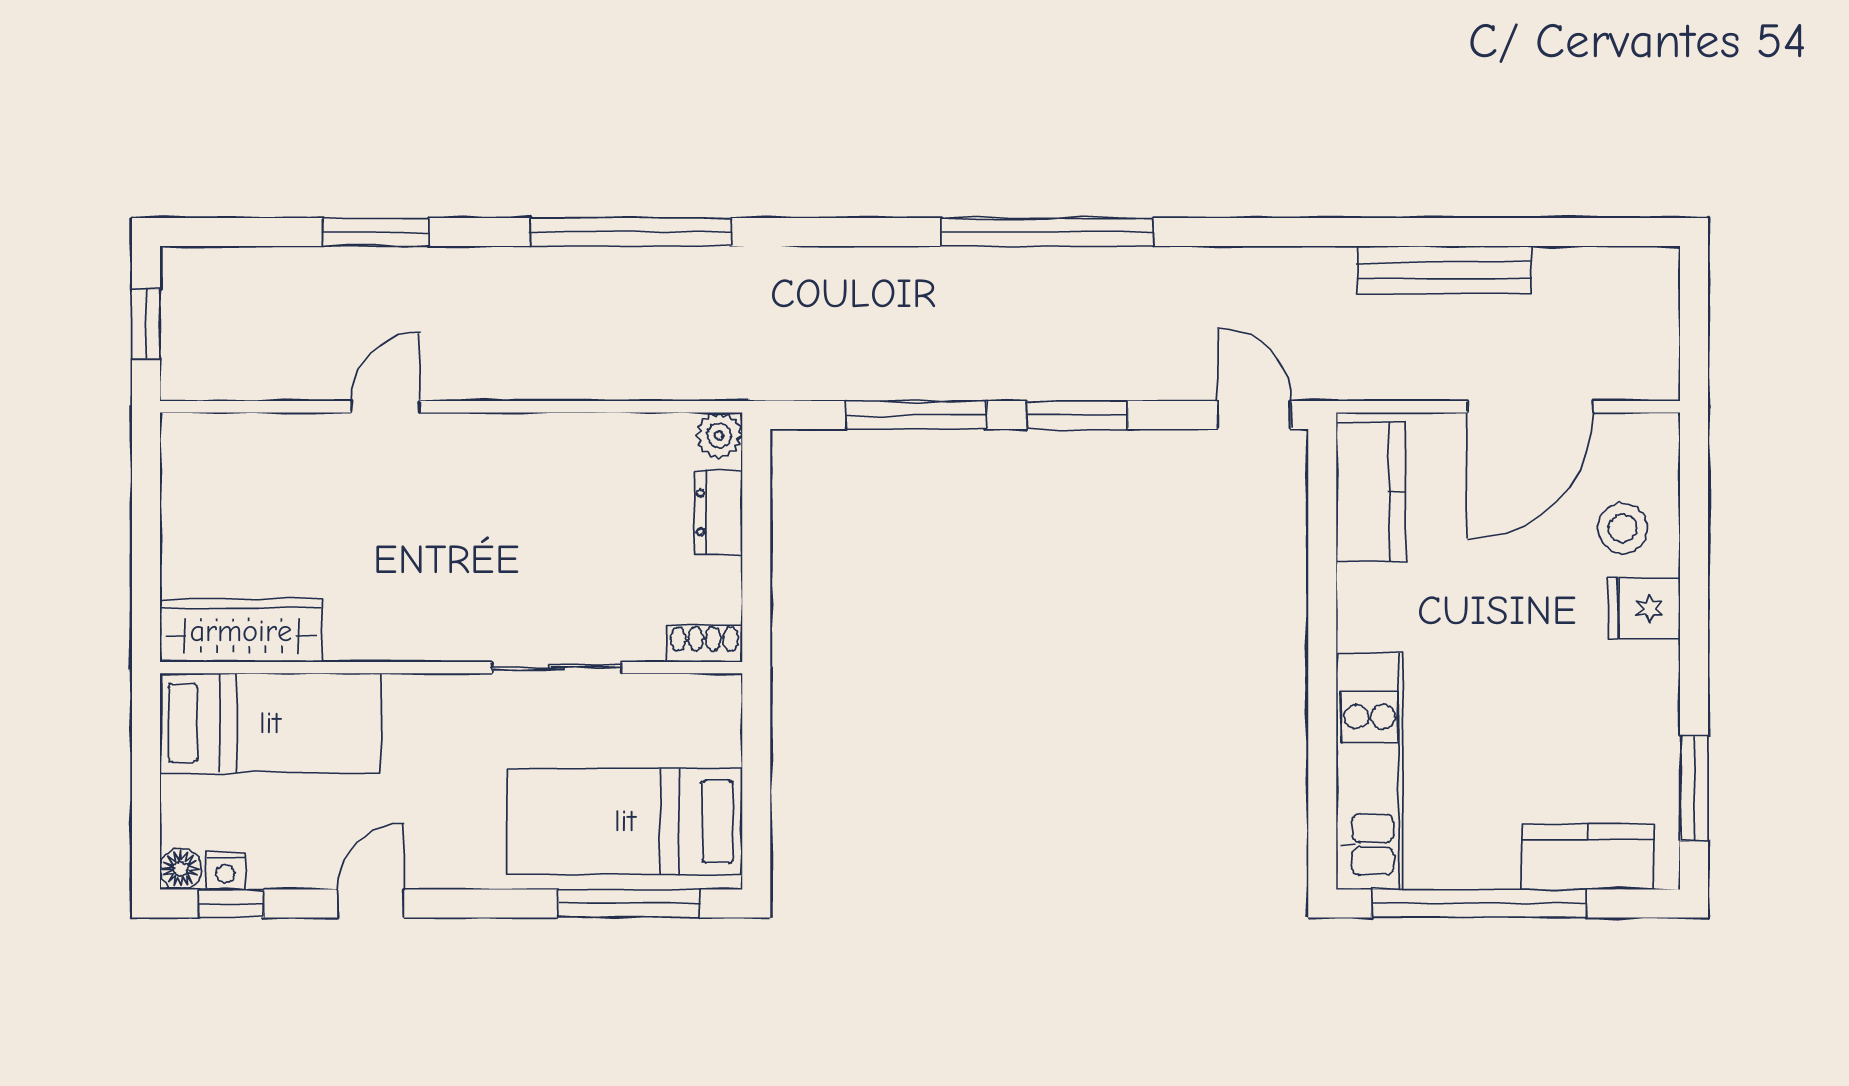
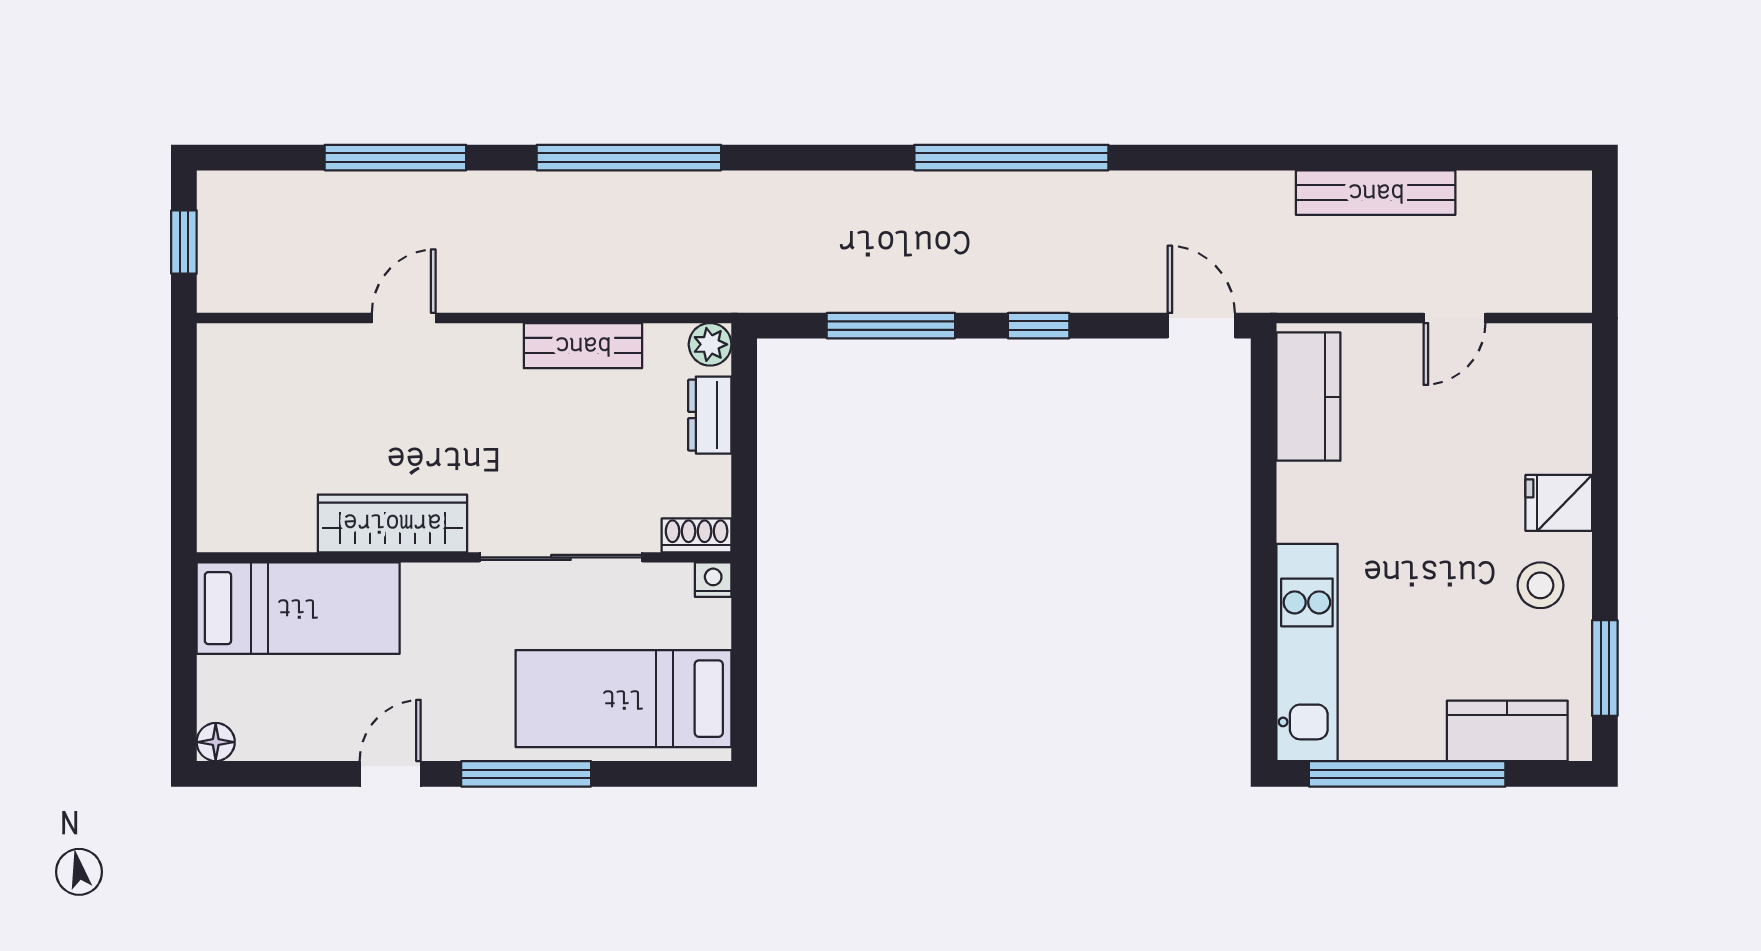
window: (376, 232) -> (395, 158), width x1.44
door: (1530, 407) -> (1455, 318), width x0.53
window: (1077, 415) -> (1039, 326), width x0.67
bench: (581, 437) -> (583, 346), added
stool: (1623, 528) -> (1540, 585), moved
wardrobe: (241, 631) -> (392, 523), moved
sliding door: (557, 668) -> (561, 557), width x1.37
nightstand: (226, 871) -> (713, 580), moved, turned 180
window: (231, 903) -> (262, 774), removed
window: (629, 903) -> (526, 774), moved

